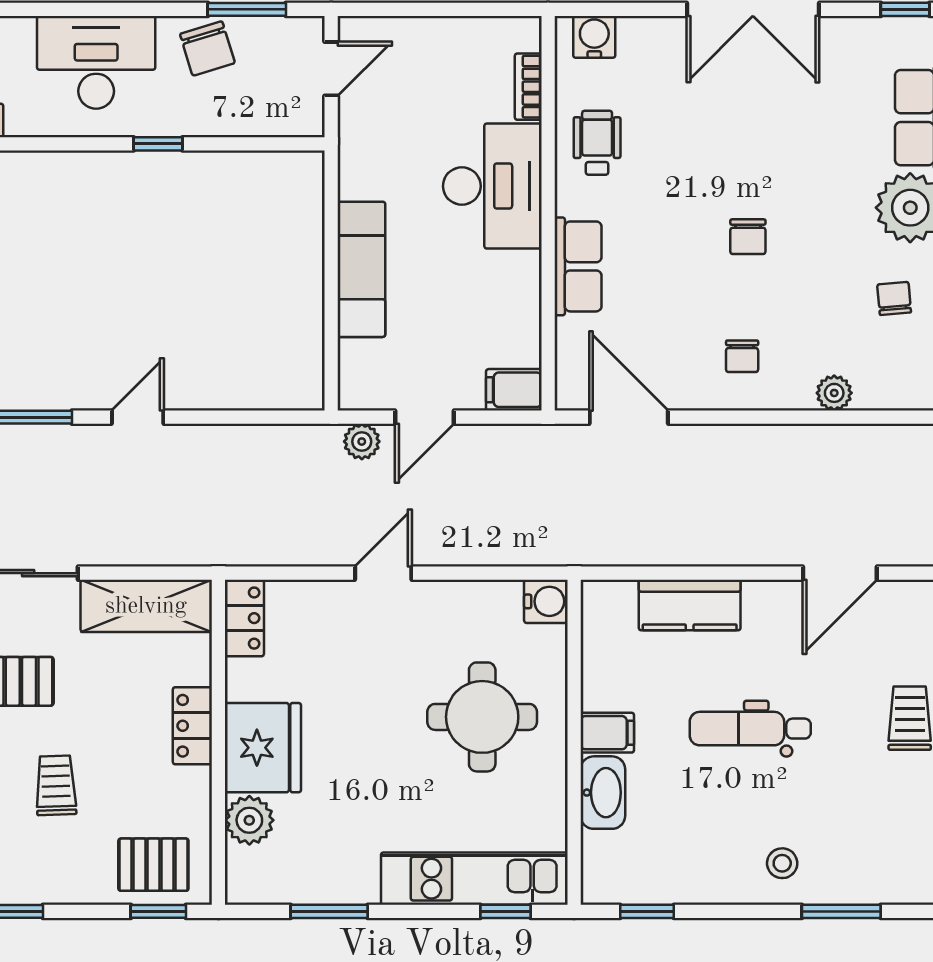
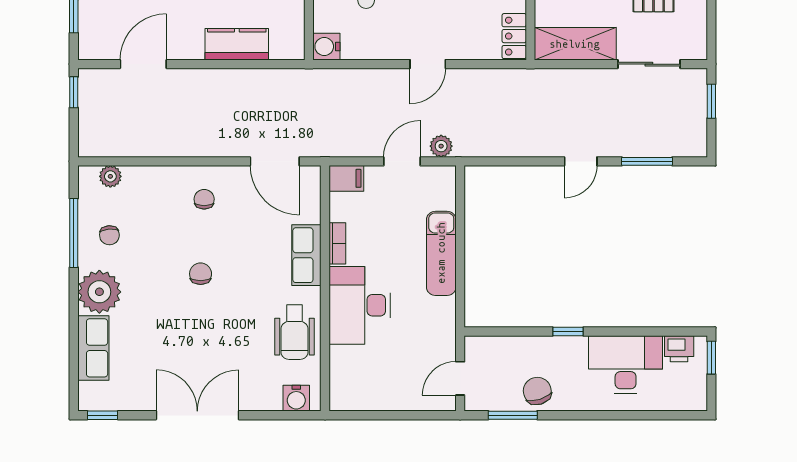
desk: (96, 62) -> (626, 365), moved, turned 180
bookcase: (528, 87) -> (337, 243), moved
wheelchair: (597, 143) -> (294, 332), width x1.36, depth x1.37
plant: (834, 393) -> (110, 176), moved

